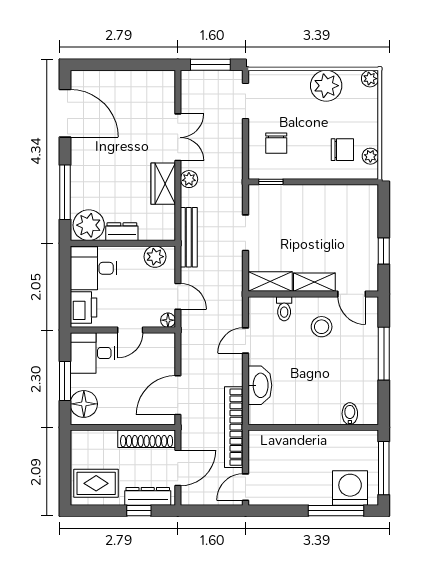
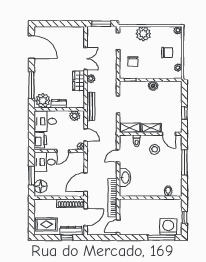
plant: (326, 86) -> (143, 34), moved
chair: (342, 150) -> (167, 53), moved
boiler: (318, 194) -> (153, 86), added
window: (384, 468) -> (184, 217), width x0.46

